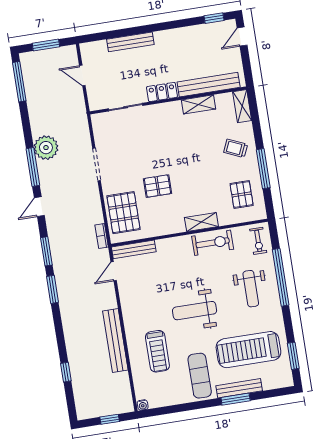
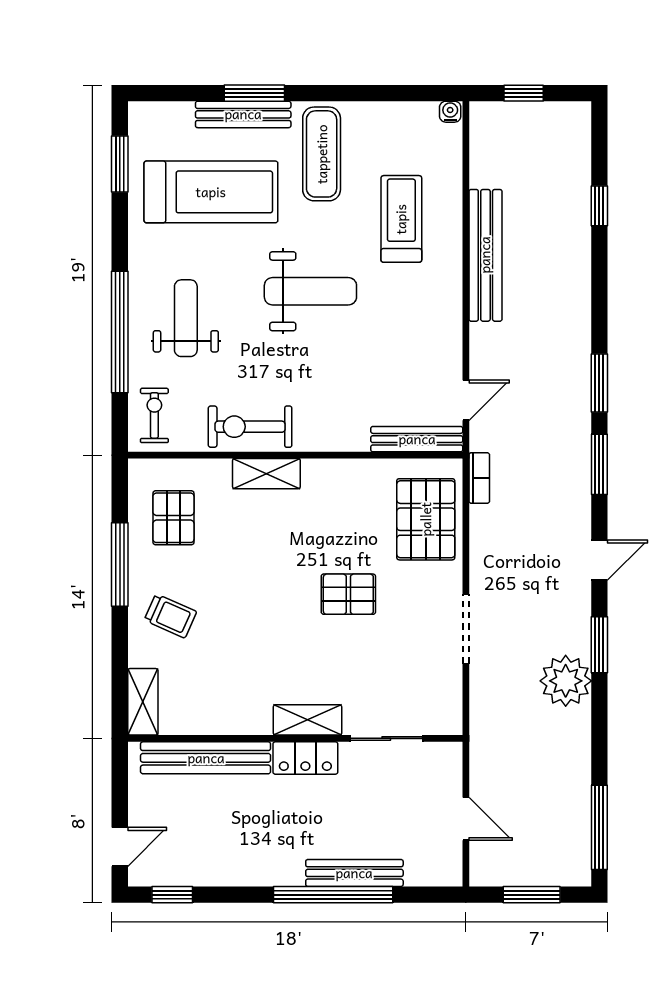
window: (139, 30) -> (333, 895), added
shelving: (199, 104) -> (307, 720), moved
window: (33, 167) -> (599, 645), width x0.69
pallet: (158, 186) -> (348, 594), moved

